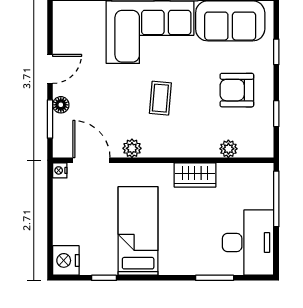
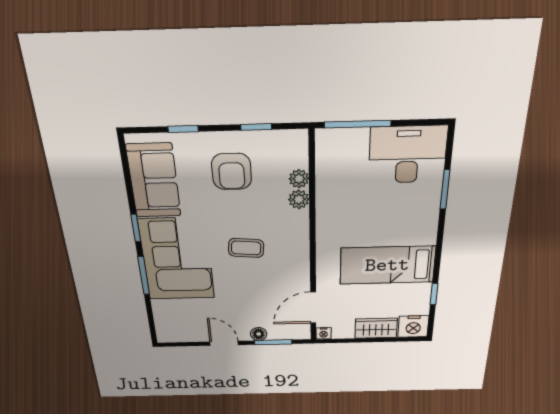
plant: (132, 148) -> (299, 199), moved
wardrobe: (195, 175) -> (376, 328), moved, turned -90

